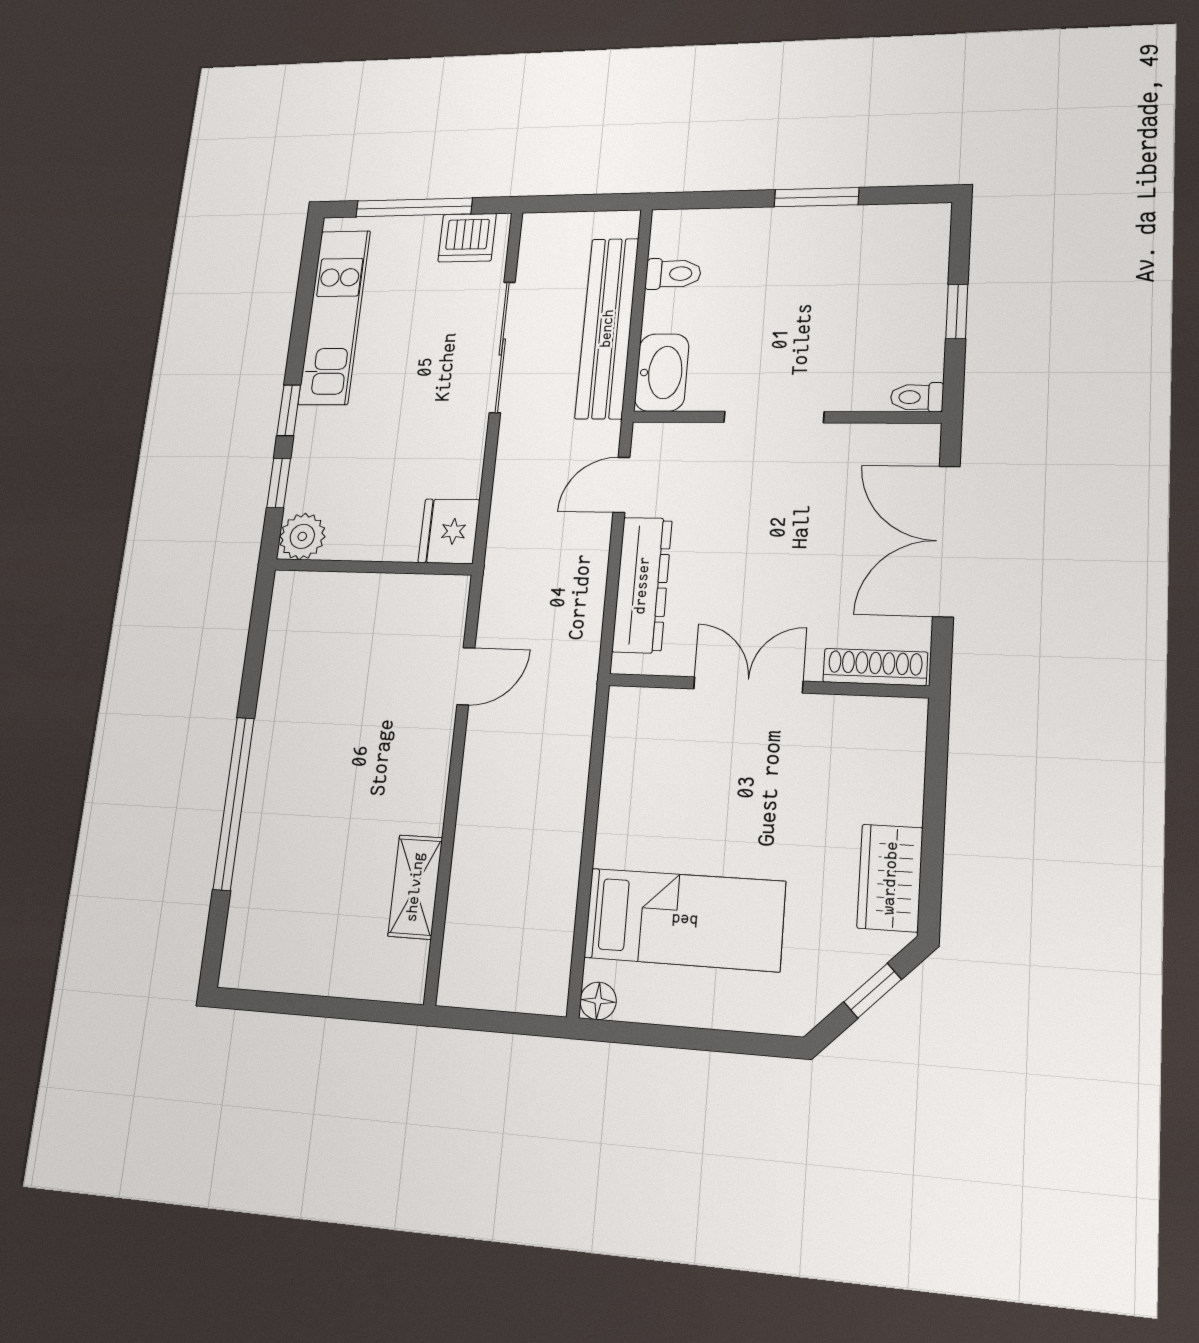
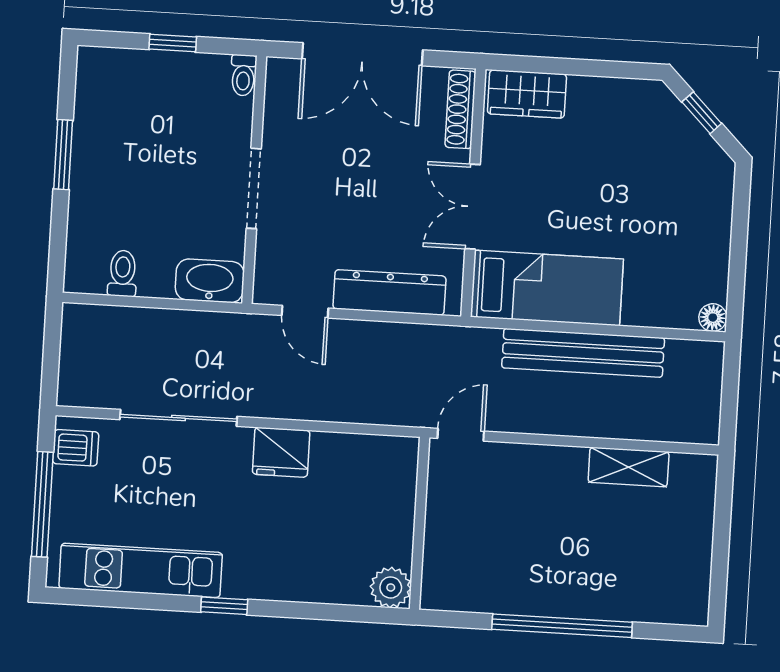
dishwasher: (467, 238) -> (76, 448), width x0.73
bench: (607, 328) -> (583, 353), moved
window: (279, 483) -> (290, 610), removed
fridge: (449, 531) -> (281, 452), moved
plant: (302, 536) -> (391, 587), moved
wall: (373, 567) -> (420, 523), moved
door: (466, 676) -> (461, 435), hinge flipped
wardrobe: (890, 878) -> (527, 94), moved
bed: (684, 920) -> (547, 288), moved, turned 90

